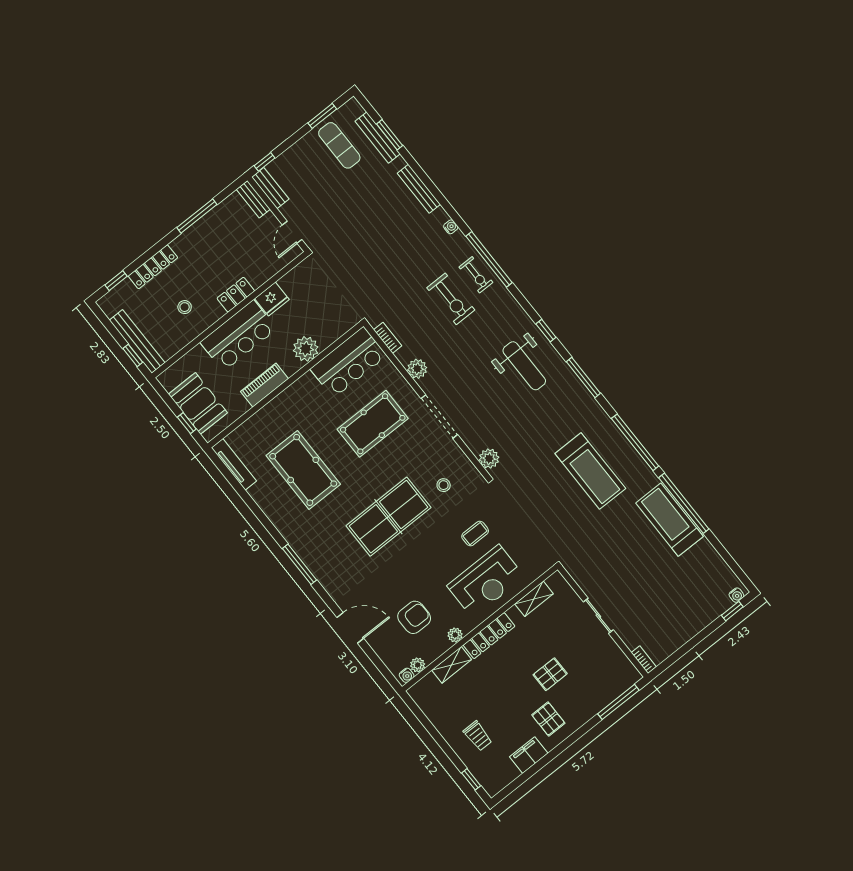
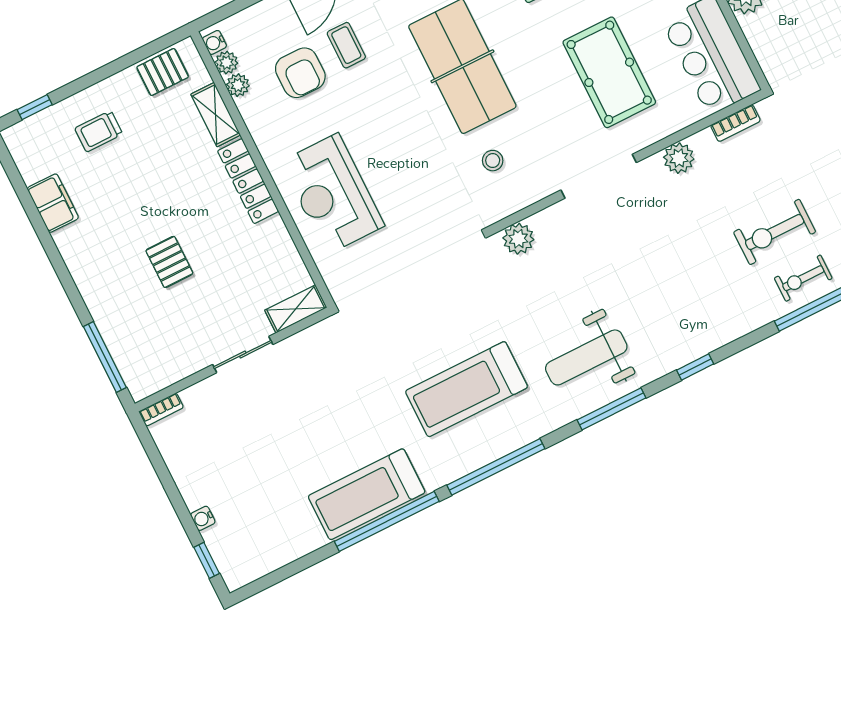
weight bench: (524, 366) -> (586, 357), moved
treadmill: (669, 520) -> (367, 494), turned 180
coffee table: (475, 534) -> (346, 45), moved
water cooler: (736, 595) -> (203, 518), moved
shelving: (534, 599) -> (296, 309), moved, turned 90
plant: (455, 635) -> (238, 85), moved
pallet: (548, 719) -> (163, 72), moved

